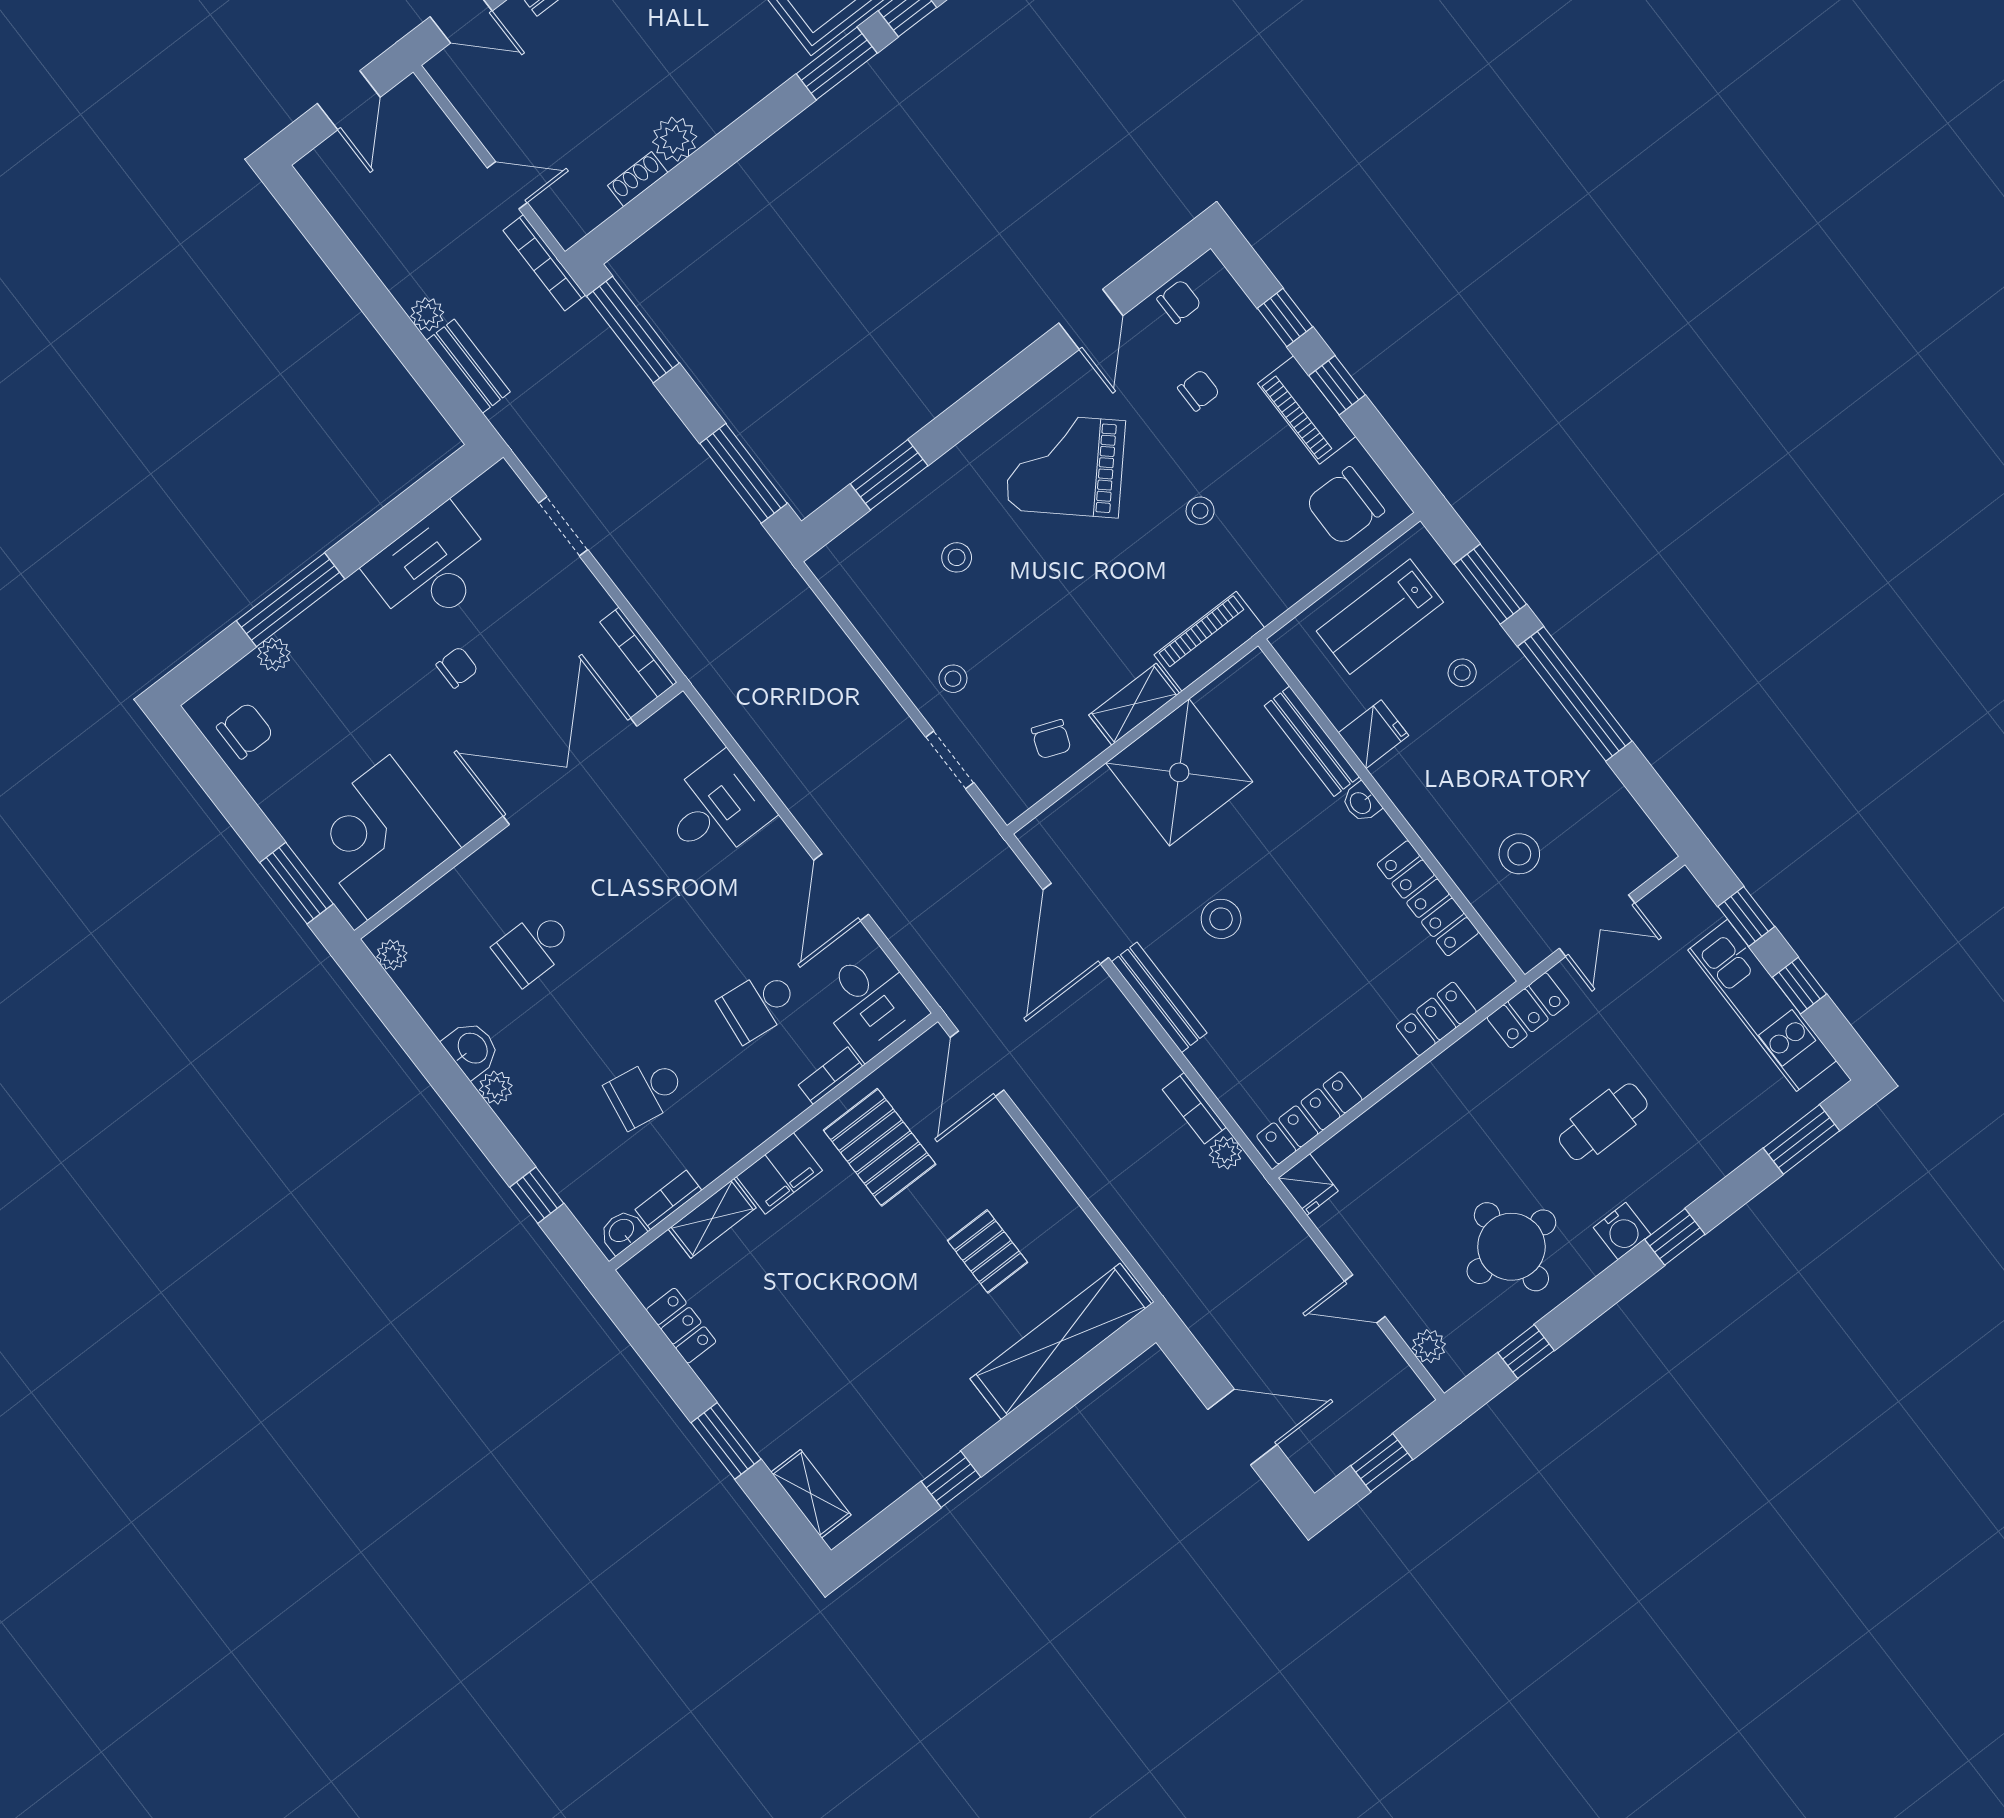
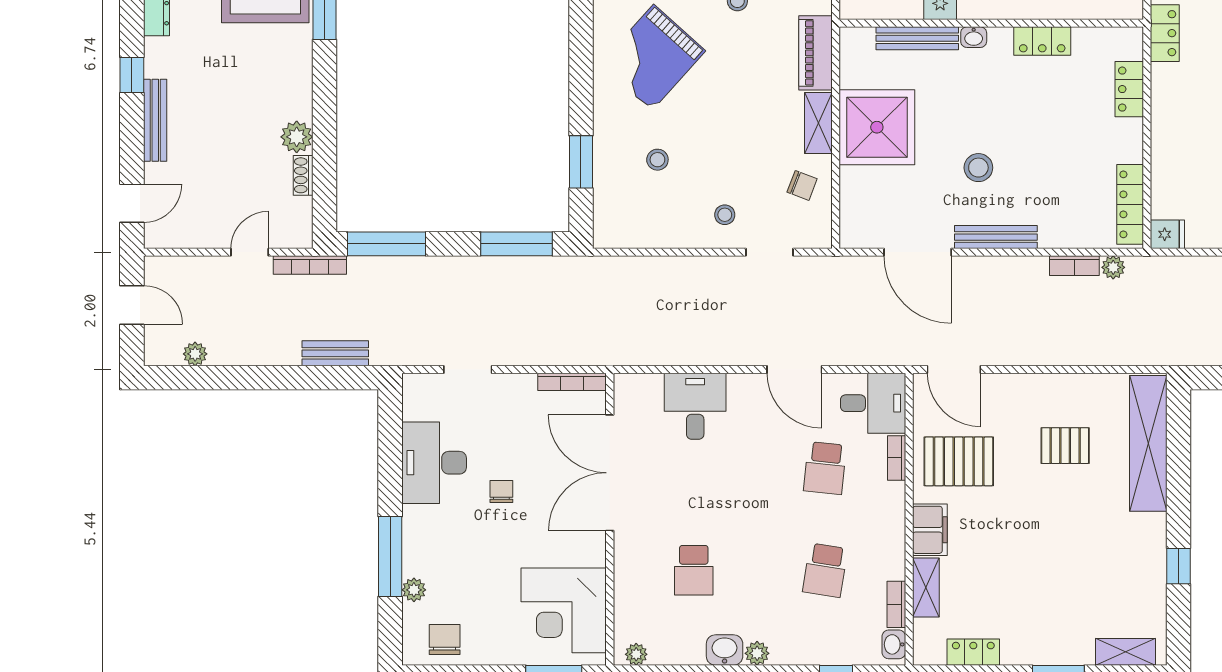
plant: (427, 314) -> (195, 354), moved
locker: (1428, 898) -> (1042, 41), width x0.66

